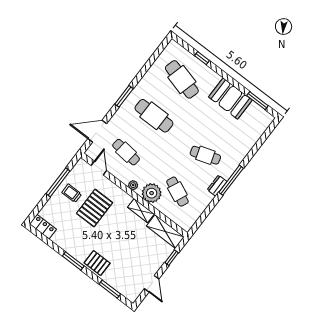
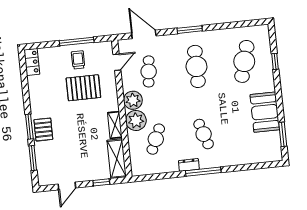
plant: (133, 185) -> (133, 100), width x1.88, depth x1.88
window: (73, 261) -> (29, 127), moved

